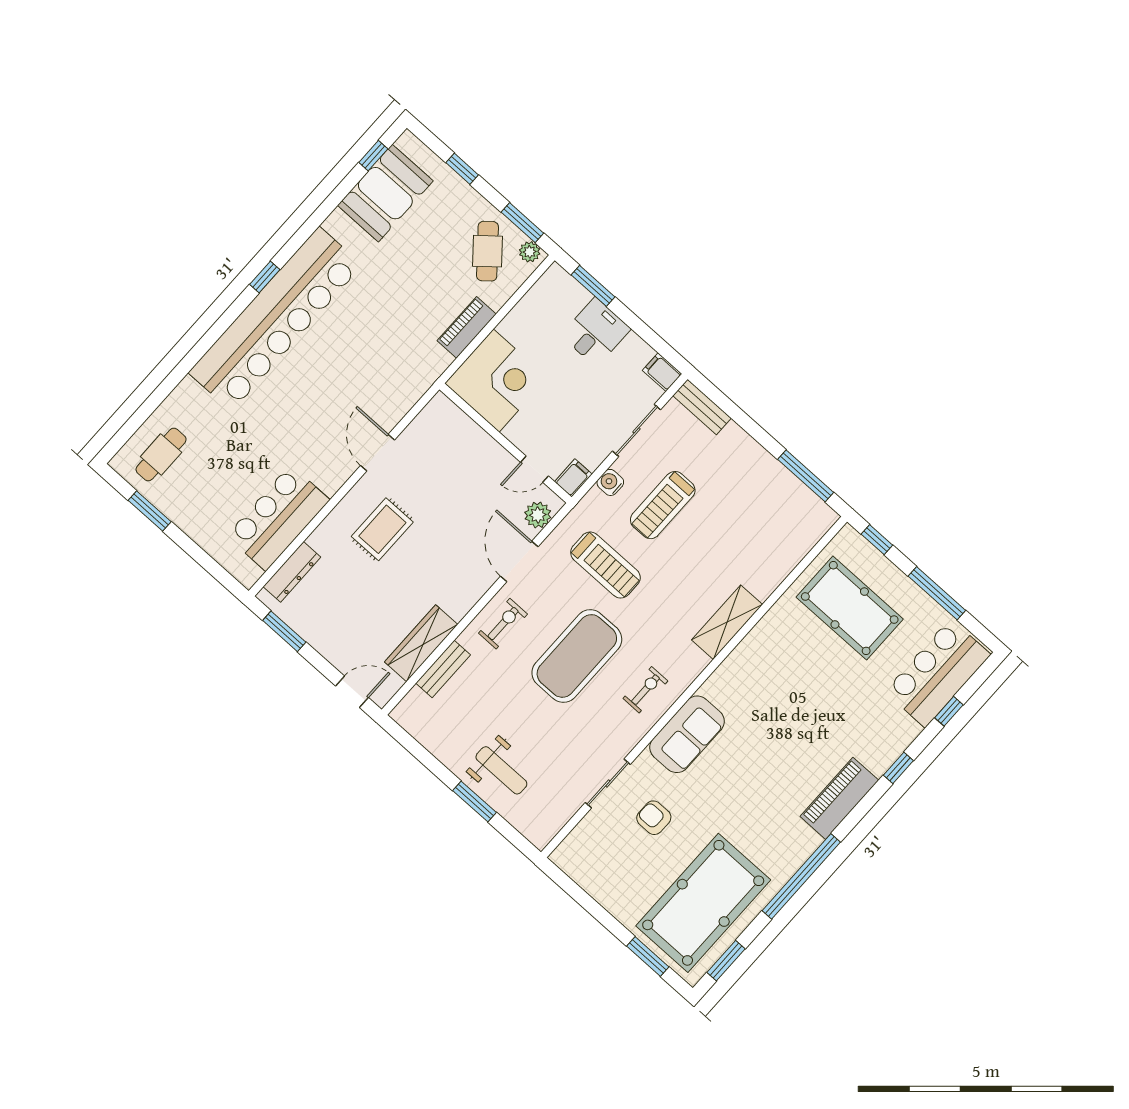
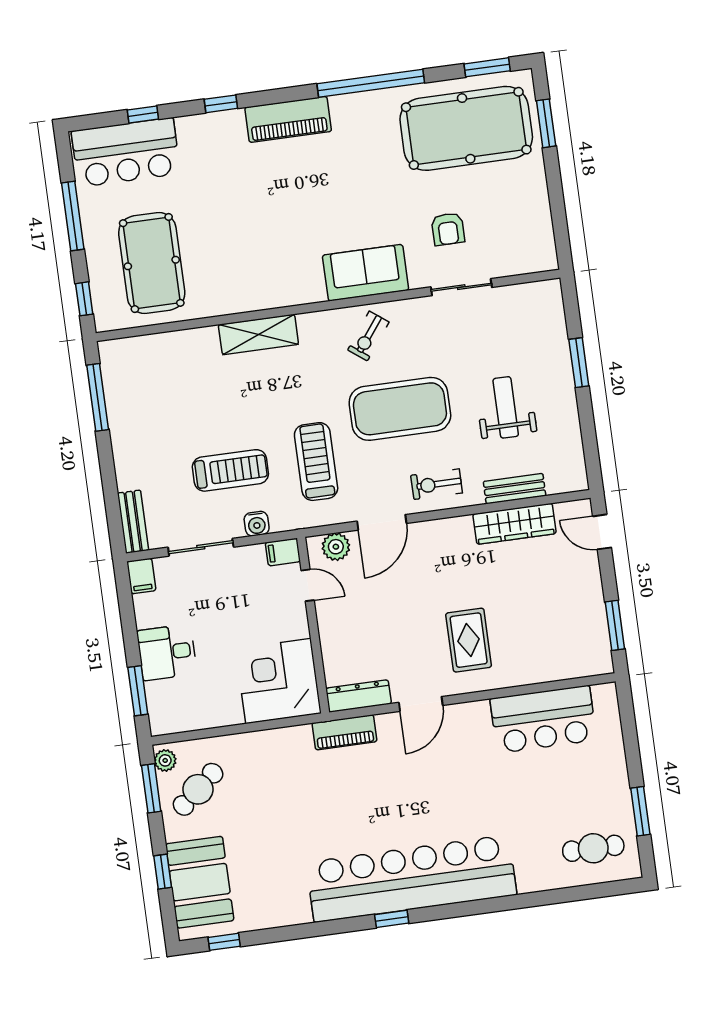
booth: (385, 193) -> (200, 882), moved, turned 90
piano: (467, 327) -> (344, 732), moved
rug: (382, 529) -> (469, 640), turned 90
dresser: (292, 572) -> (359, 696), moved
exercise bike: (645, 690) -> (368, 336), turned -53
weight bench: (501, 770) -> (506, 407), moved

